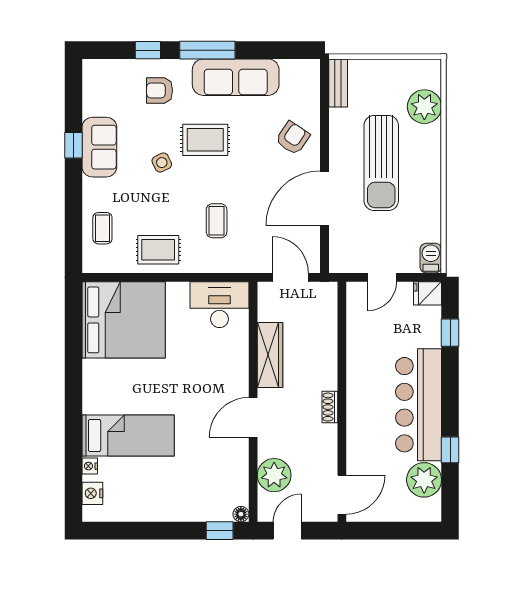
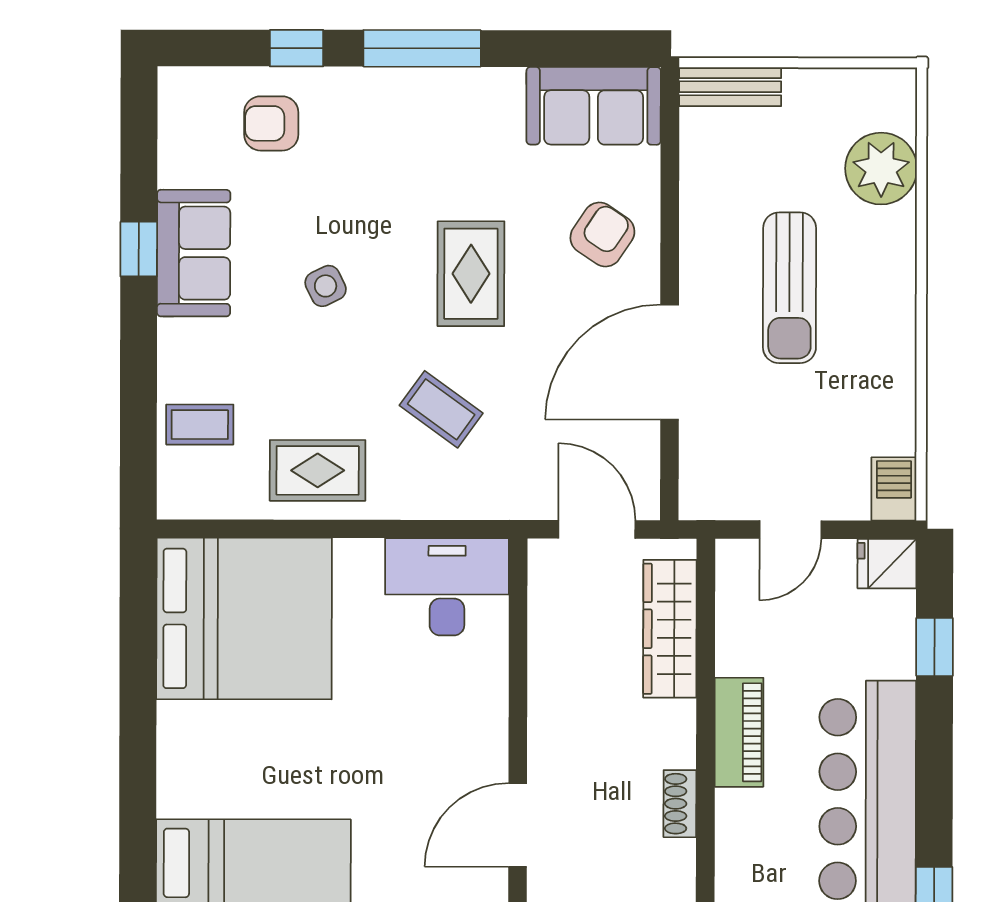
sofa: (236, 77) -> (594, 106), moved, width x0.73
bench: (338, 83) -> (730, 87), moved, turned 90
armchair: (160, 90) -> (271, 123), moved
rug: (205, 140) -> (471, 274), moved, turned 90
sun lounger: (381, 163) -> (790, 288), width x0.73, depth x0.75
coffee table: (217, 221) -> (441, 409), turned -54
coffee table: (102, 228) -> (200, 425), turned 90
wardrobe: (270, 355) -> (670, 629), moved, turned 180
piano: (358, 373) -> (739, 732), added

